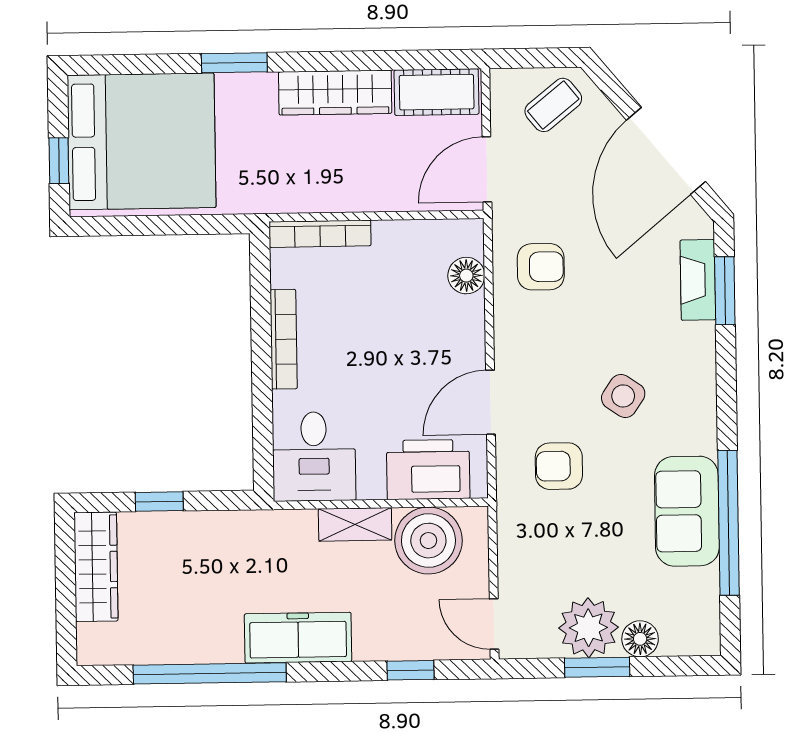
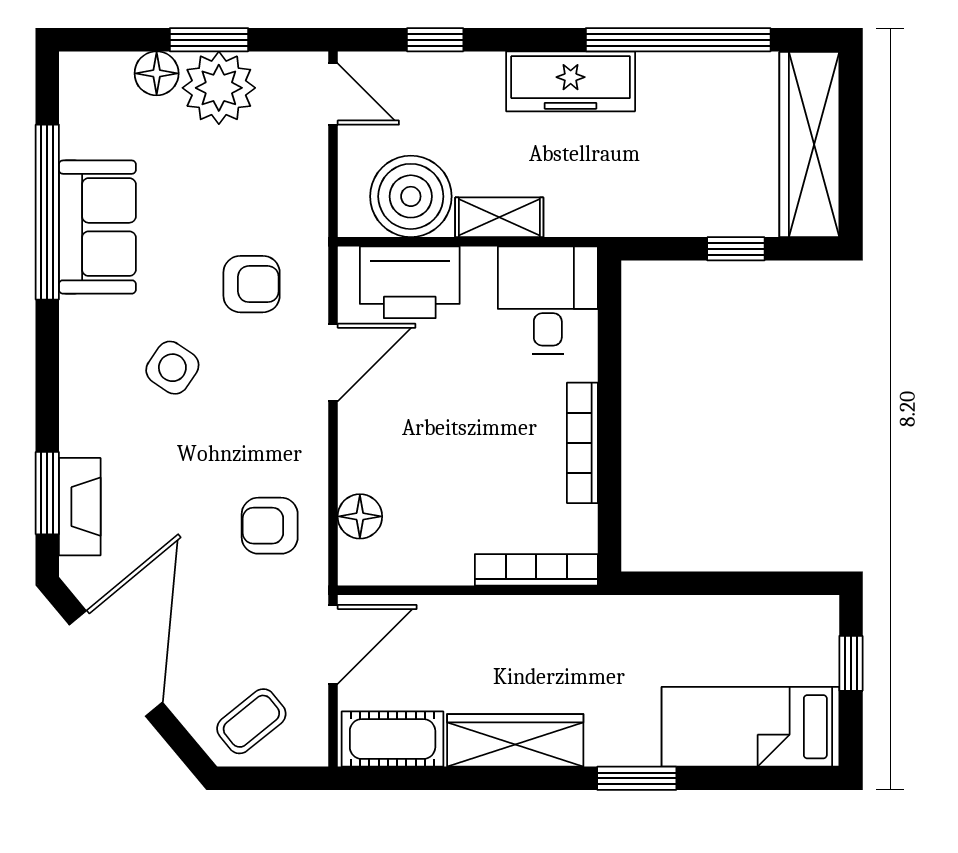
bed: (142, 141) -> (751, 727), width x0.49
wardrobe: (96, 567) -> (809, 145), width x1.40, depth x1.17

